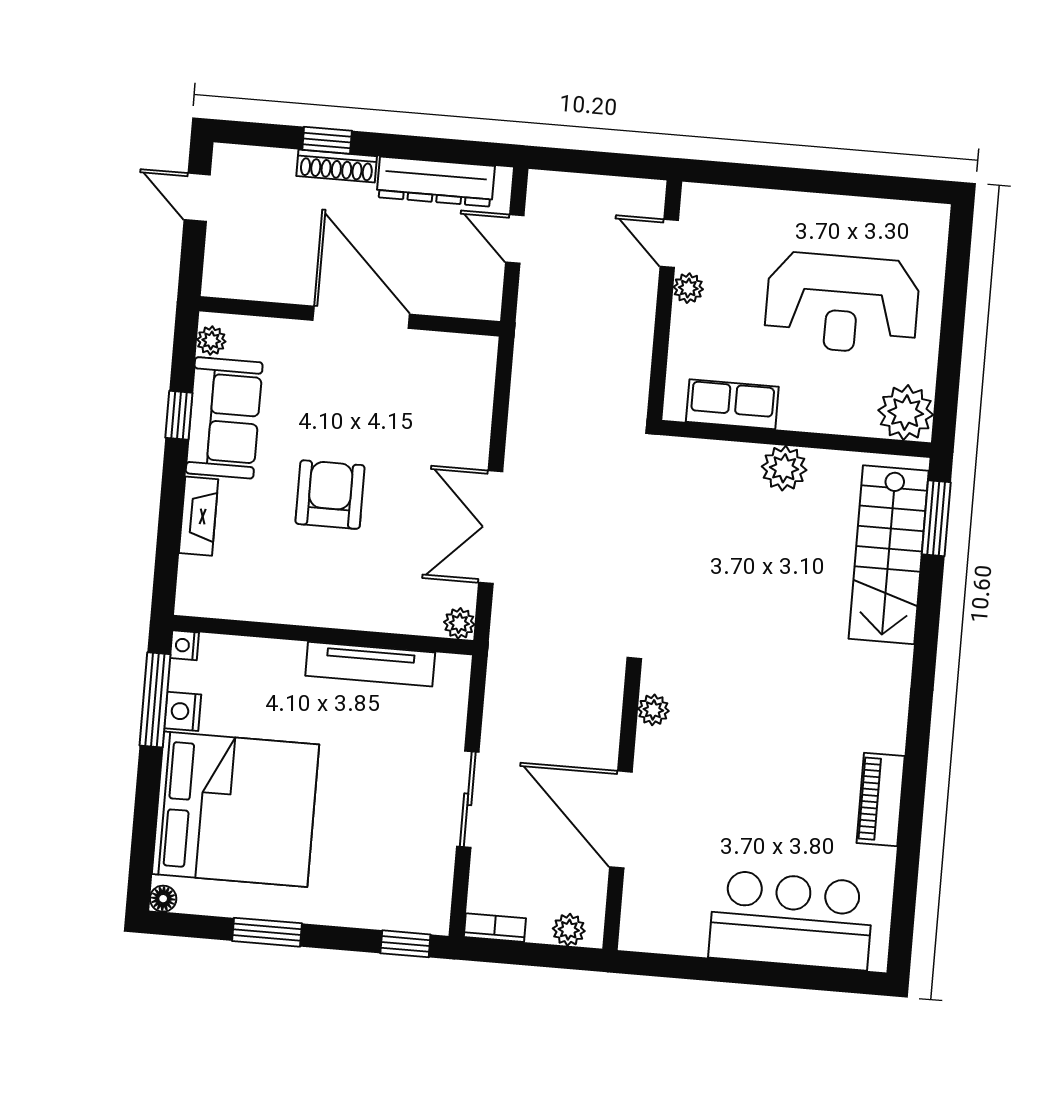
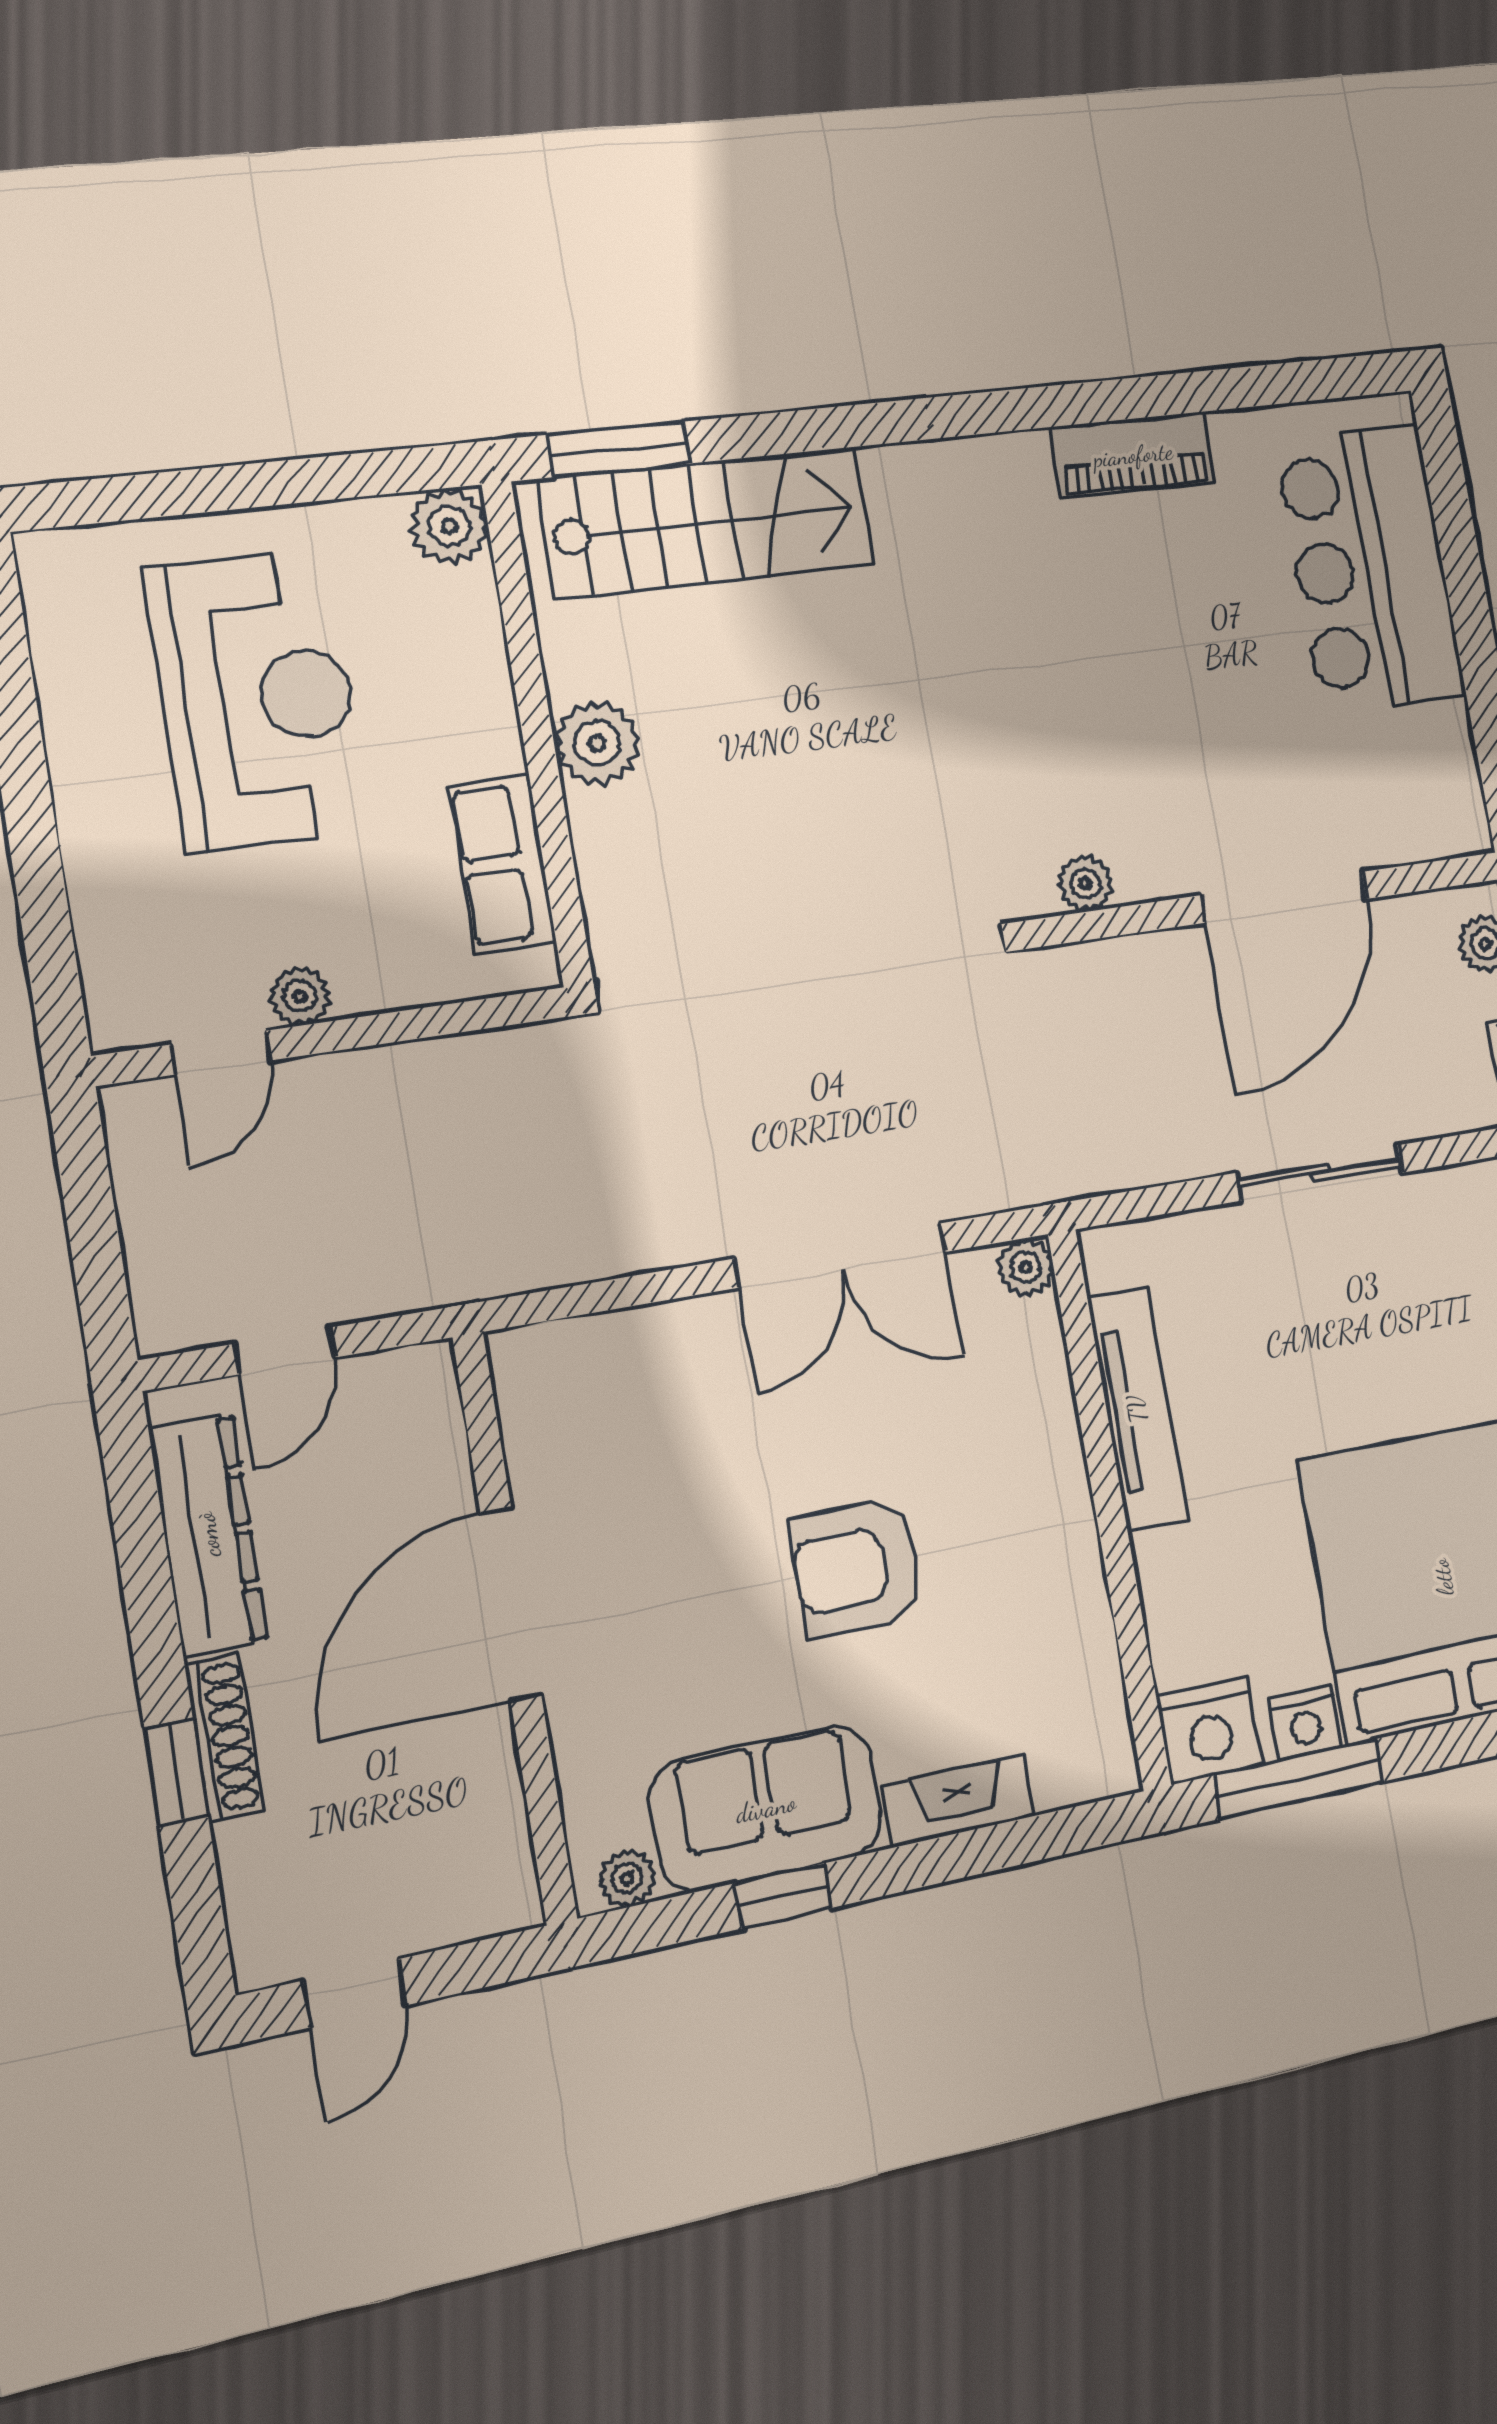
plant: (906, 413) -> (449, 526), width x0.73, depth x0.73
nightstand: (185, 645) -> (1210, 1730), width x1.89, depth x1.79

